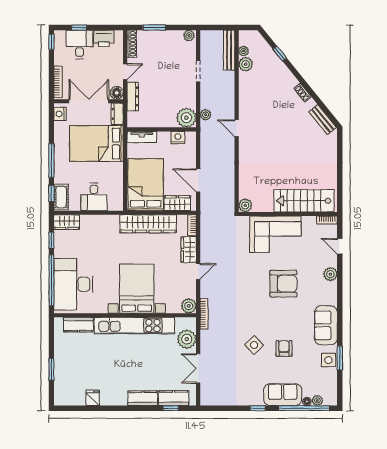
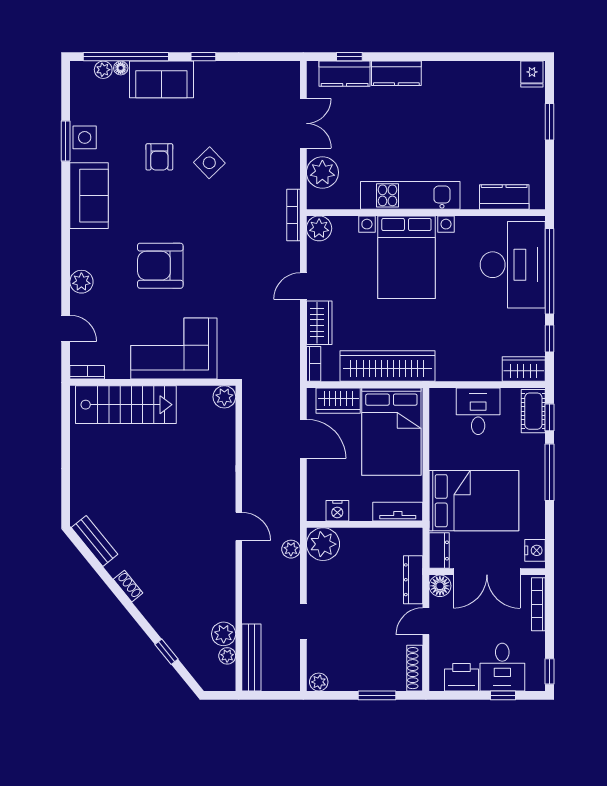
kitchen unit: (134, 326) -> (410, 195), width x0.73
fridge: (93, 398) -> (532, 74), moved

